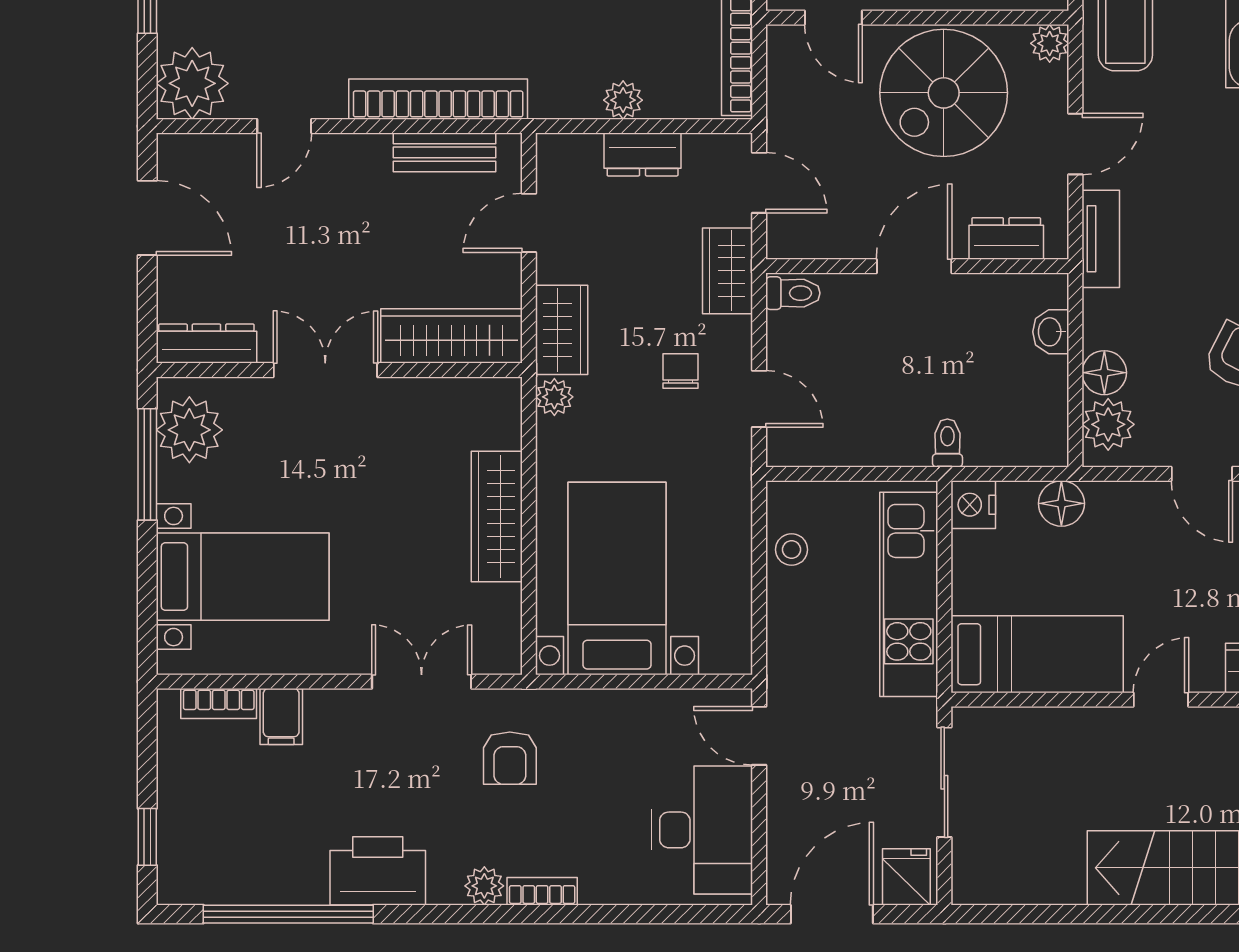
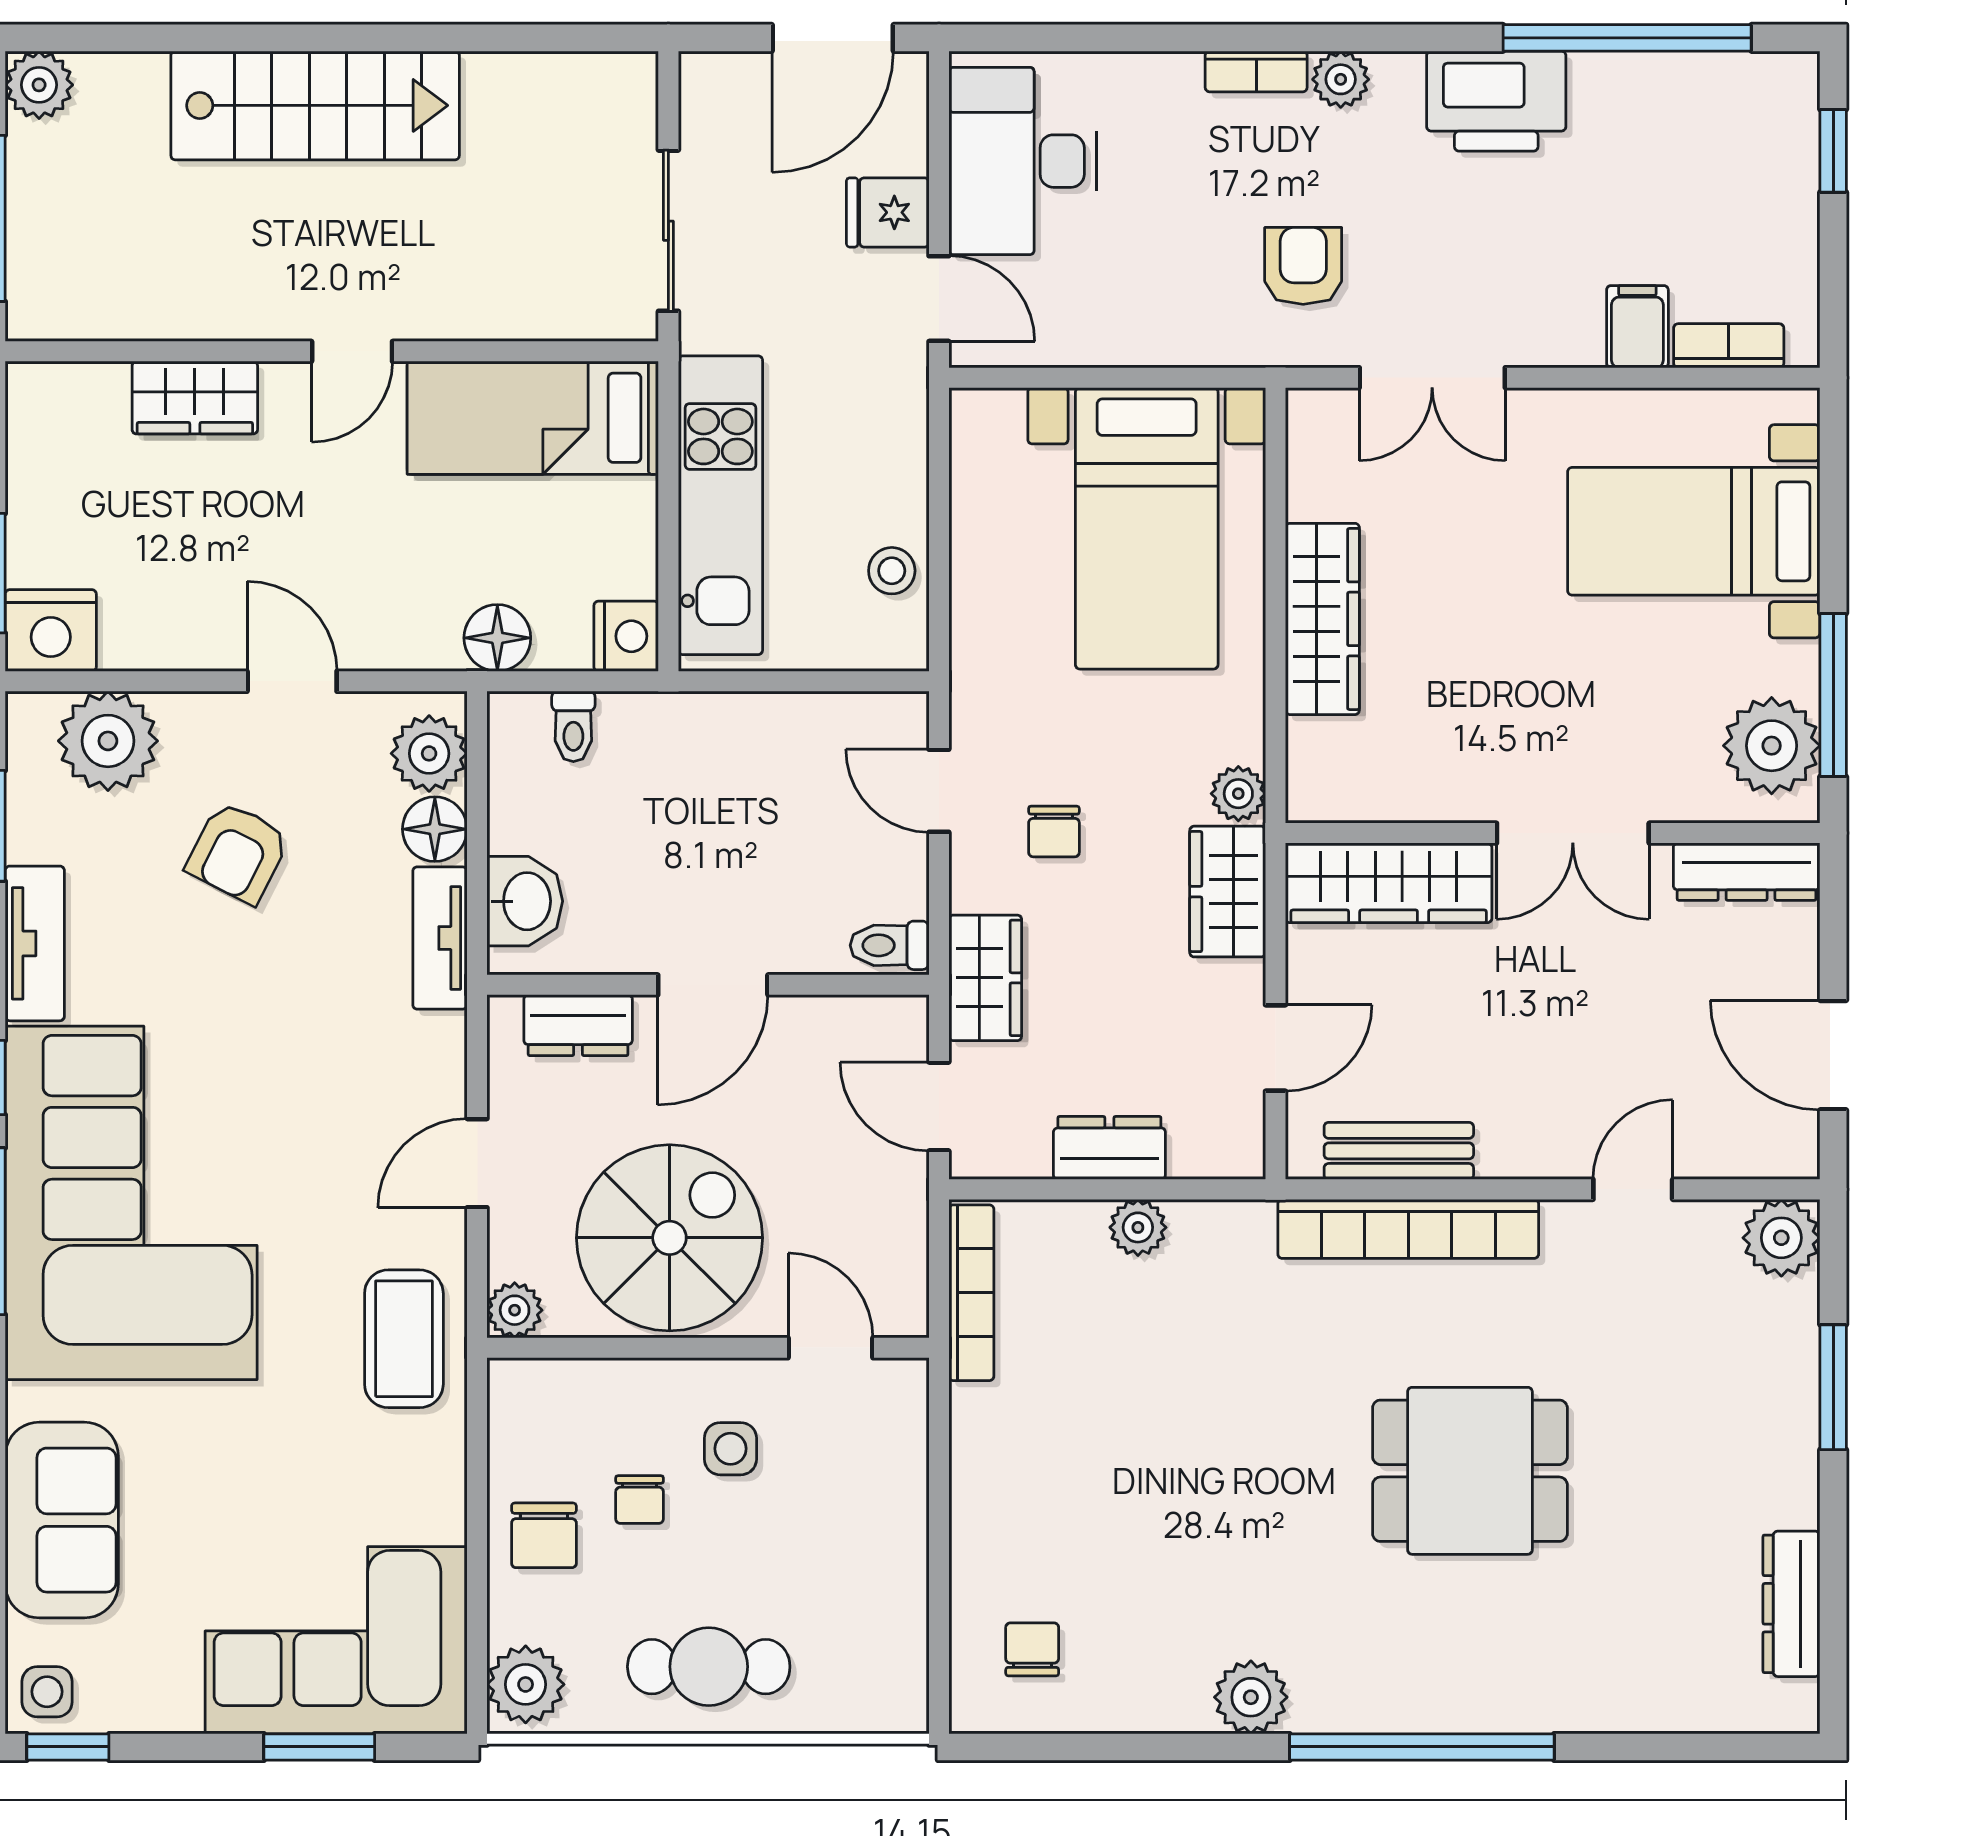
plant: (192, 83) -> (1781, 1238), width x0.73, depth x0.73
tv unit: (1101, 239) -> (440, 938), moved
washbasin: (1051, 332) -> (525, 901), width x1.38, depth x1.45
toilet: (947, 443) -> (573, 726), moved
fridge: (906, 877) -> (888, 212), moved, turned 90

